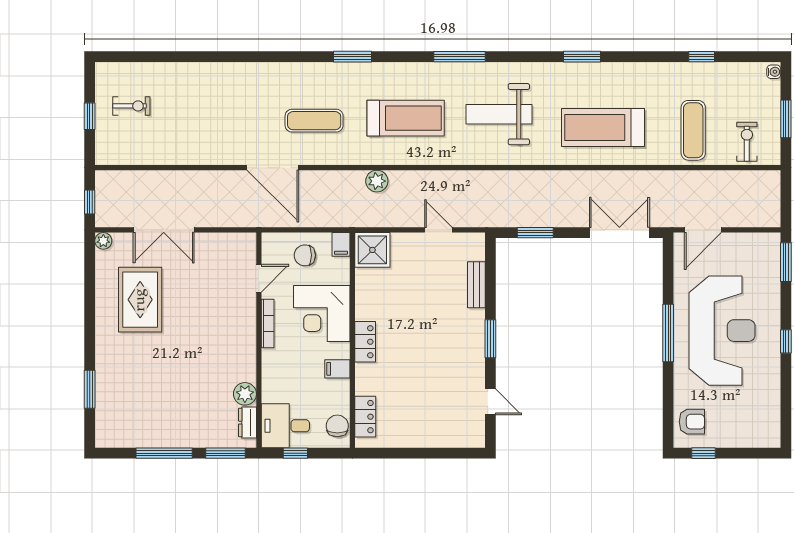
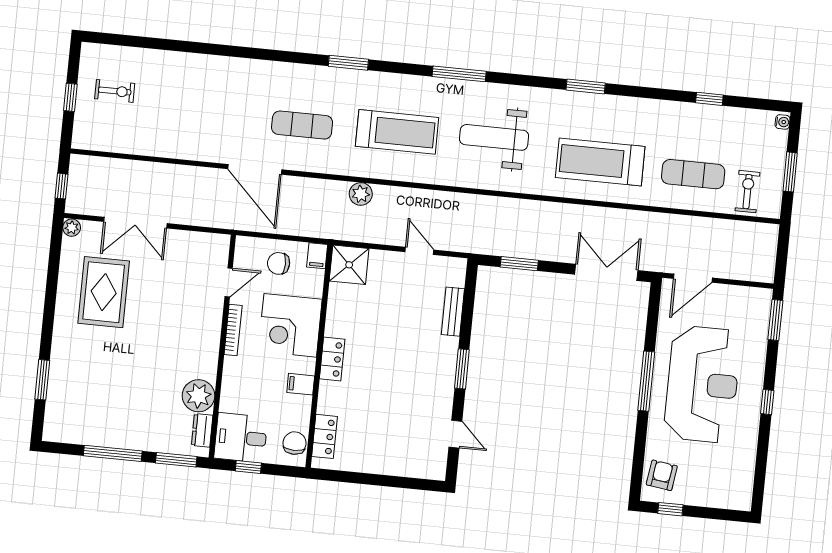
exercise mat: (693, 130) -> (693, 174), turned 90
plant: (245, 394) -> (199, 396), width x1.36, depth x1.36
armchair: (692, 422) -> (662, 475), turned -82

